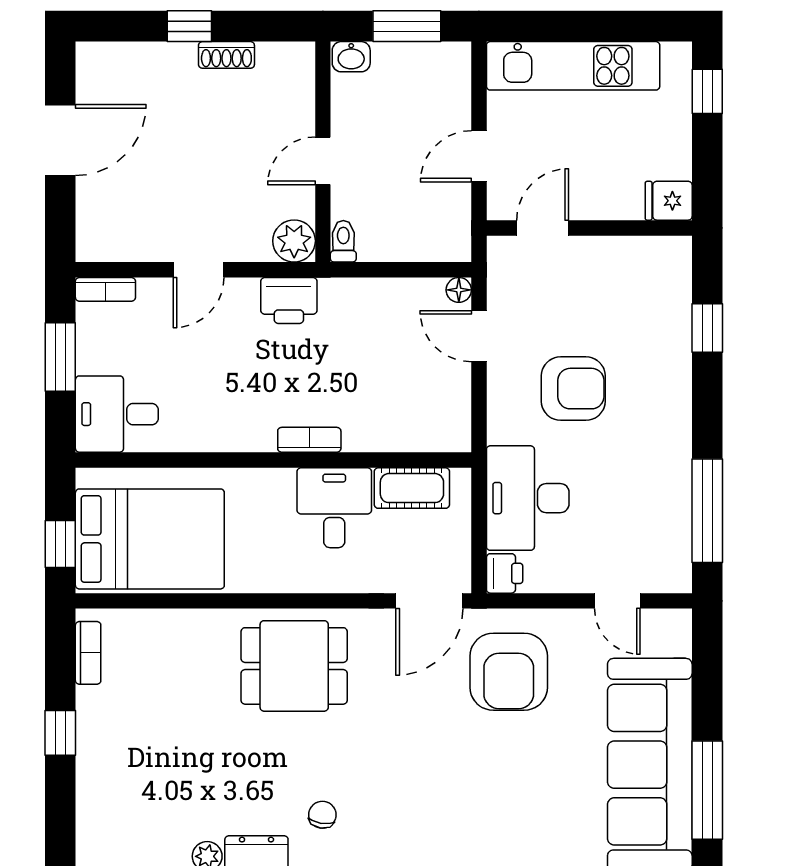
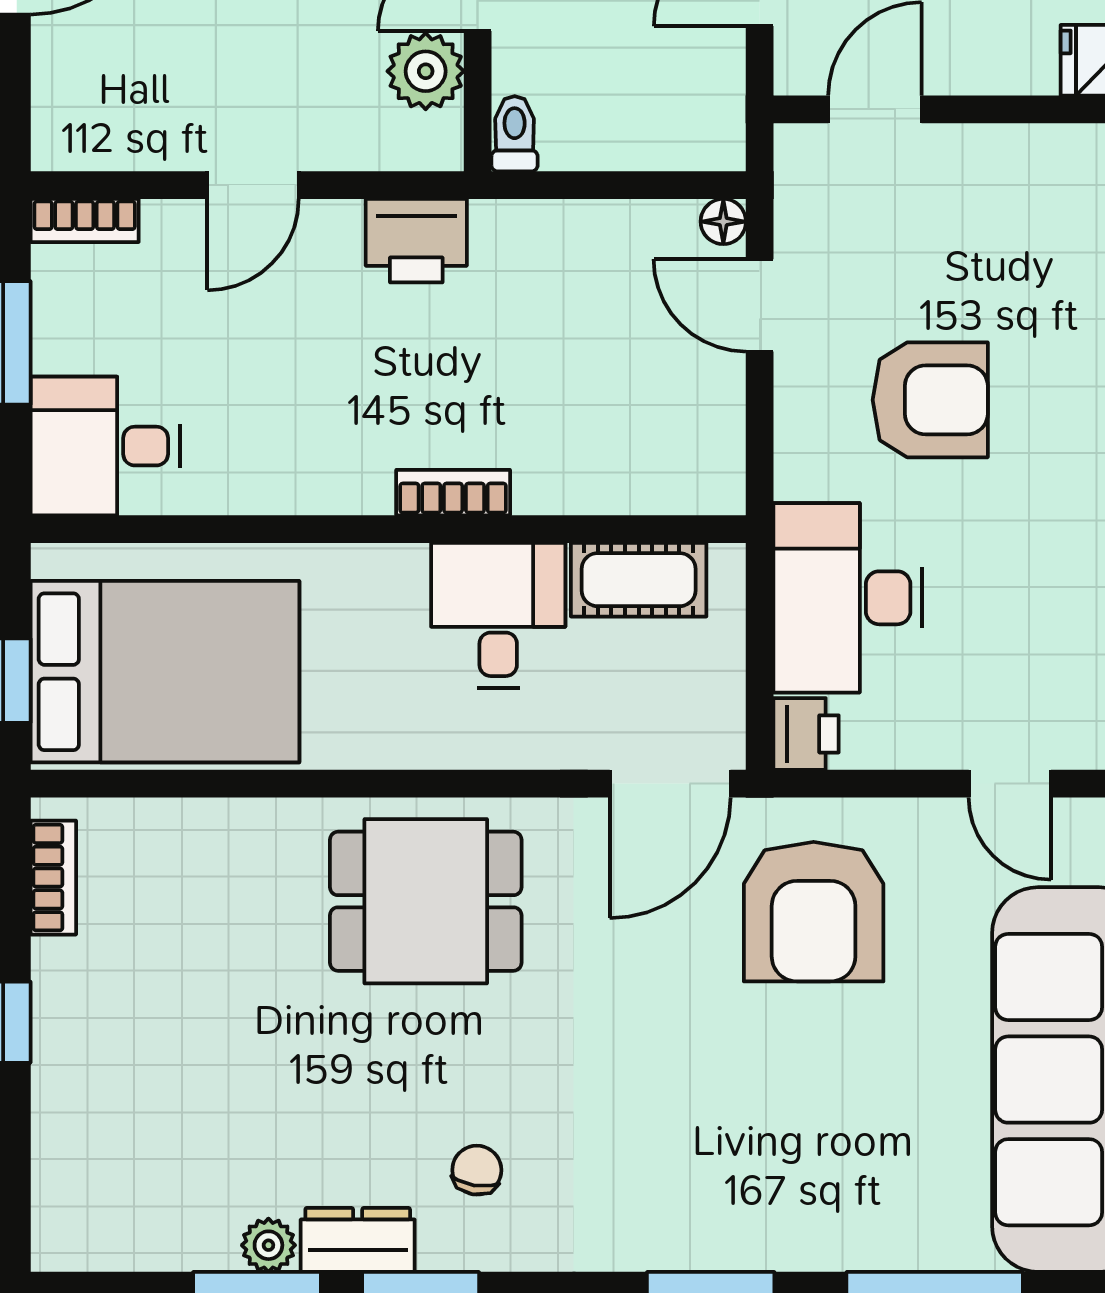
plant: (294, 241) -> (426, 71), moved

